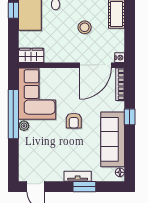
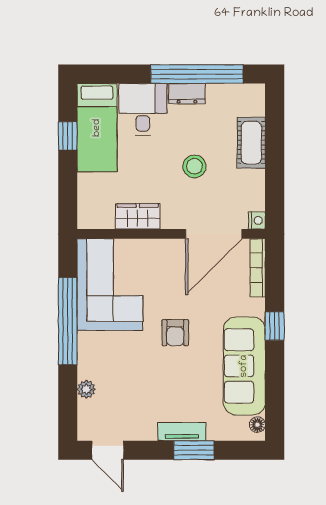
wardrobe: (31, 55) -> (138, 216), moved
plant: (24, 126) -> (86, 389), moved

